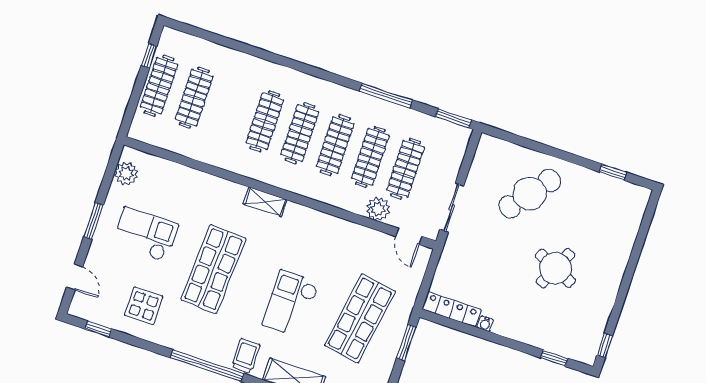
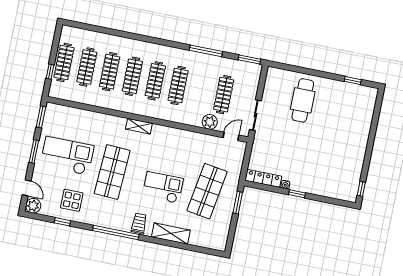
window: (149, 56) -> (50, 72), moved
clothes rail: (370, 157) -> (110, 72), moved
window: (112, 167) -> (41, 117), added
plant: (126, 174) -> (33, 206), moved
cafe table: (530, 194) -> (303, 100), turned -38
checkout: (145, 234) -> (67, 156), width x1.36, depth x1.21
door: (409, 236) -> (231, 136), swing flipped
round table: (555, 268) -> (325, 145), removed
checkout: (291, 304) -> (163, 187), turned 90
window: (98, 329) -> (62, 222), moved
window: (554, 358) -> (297, 194), moved

